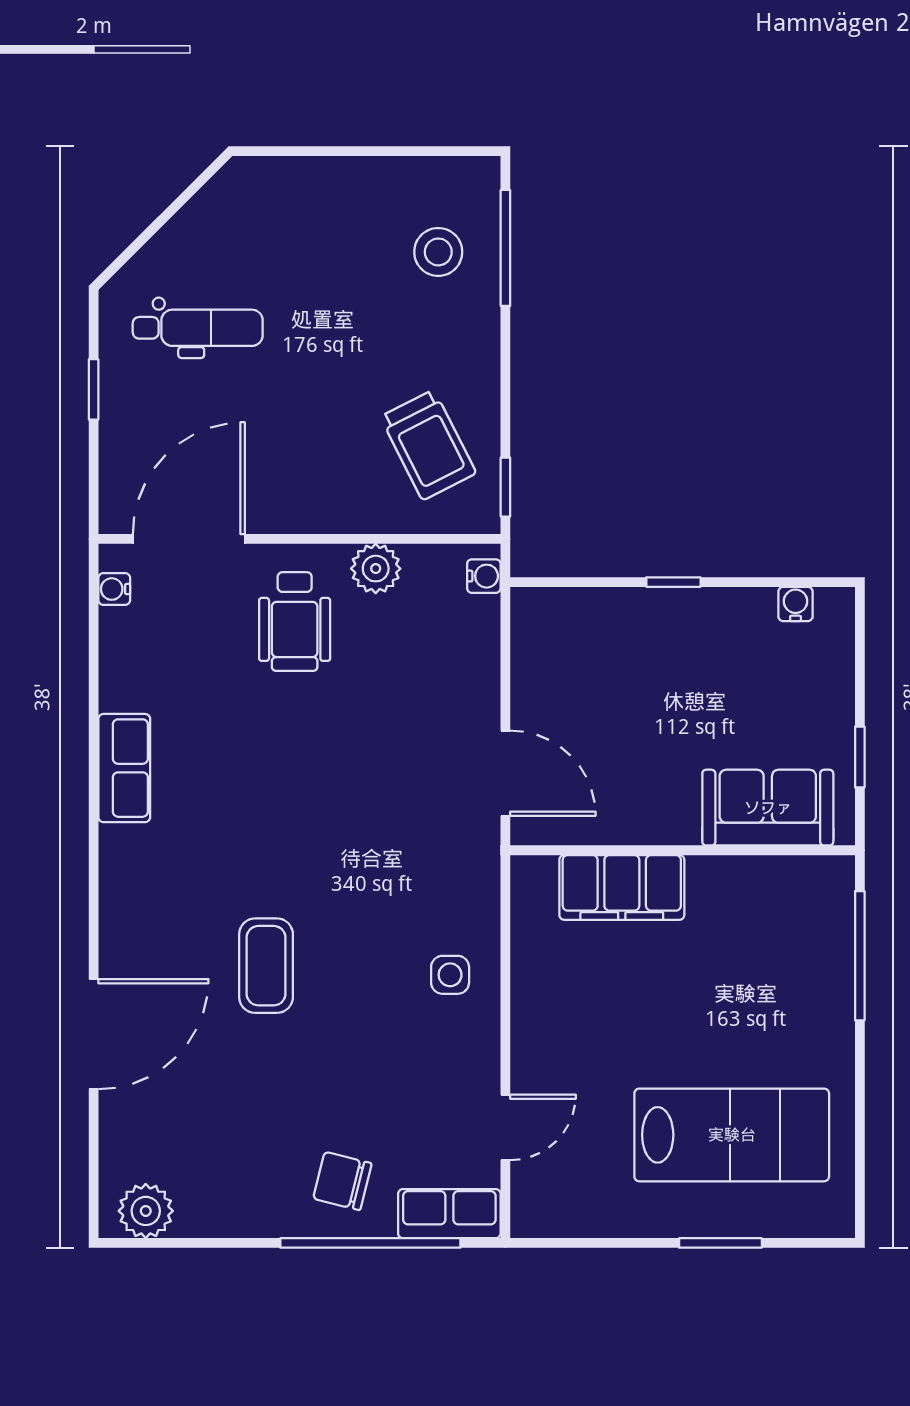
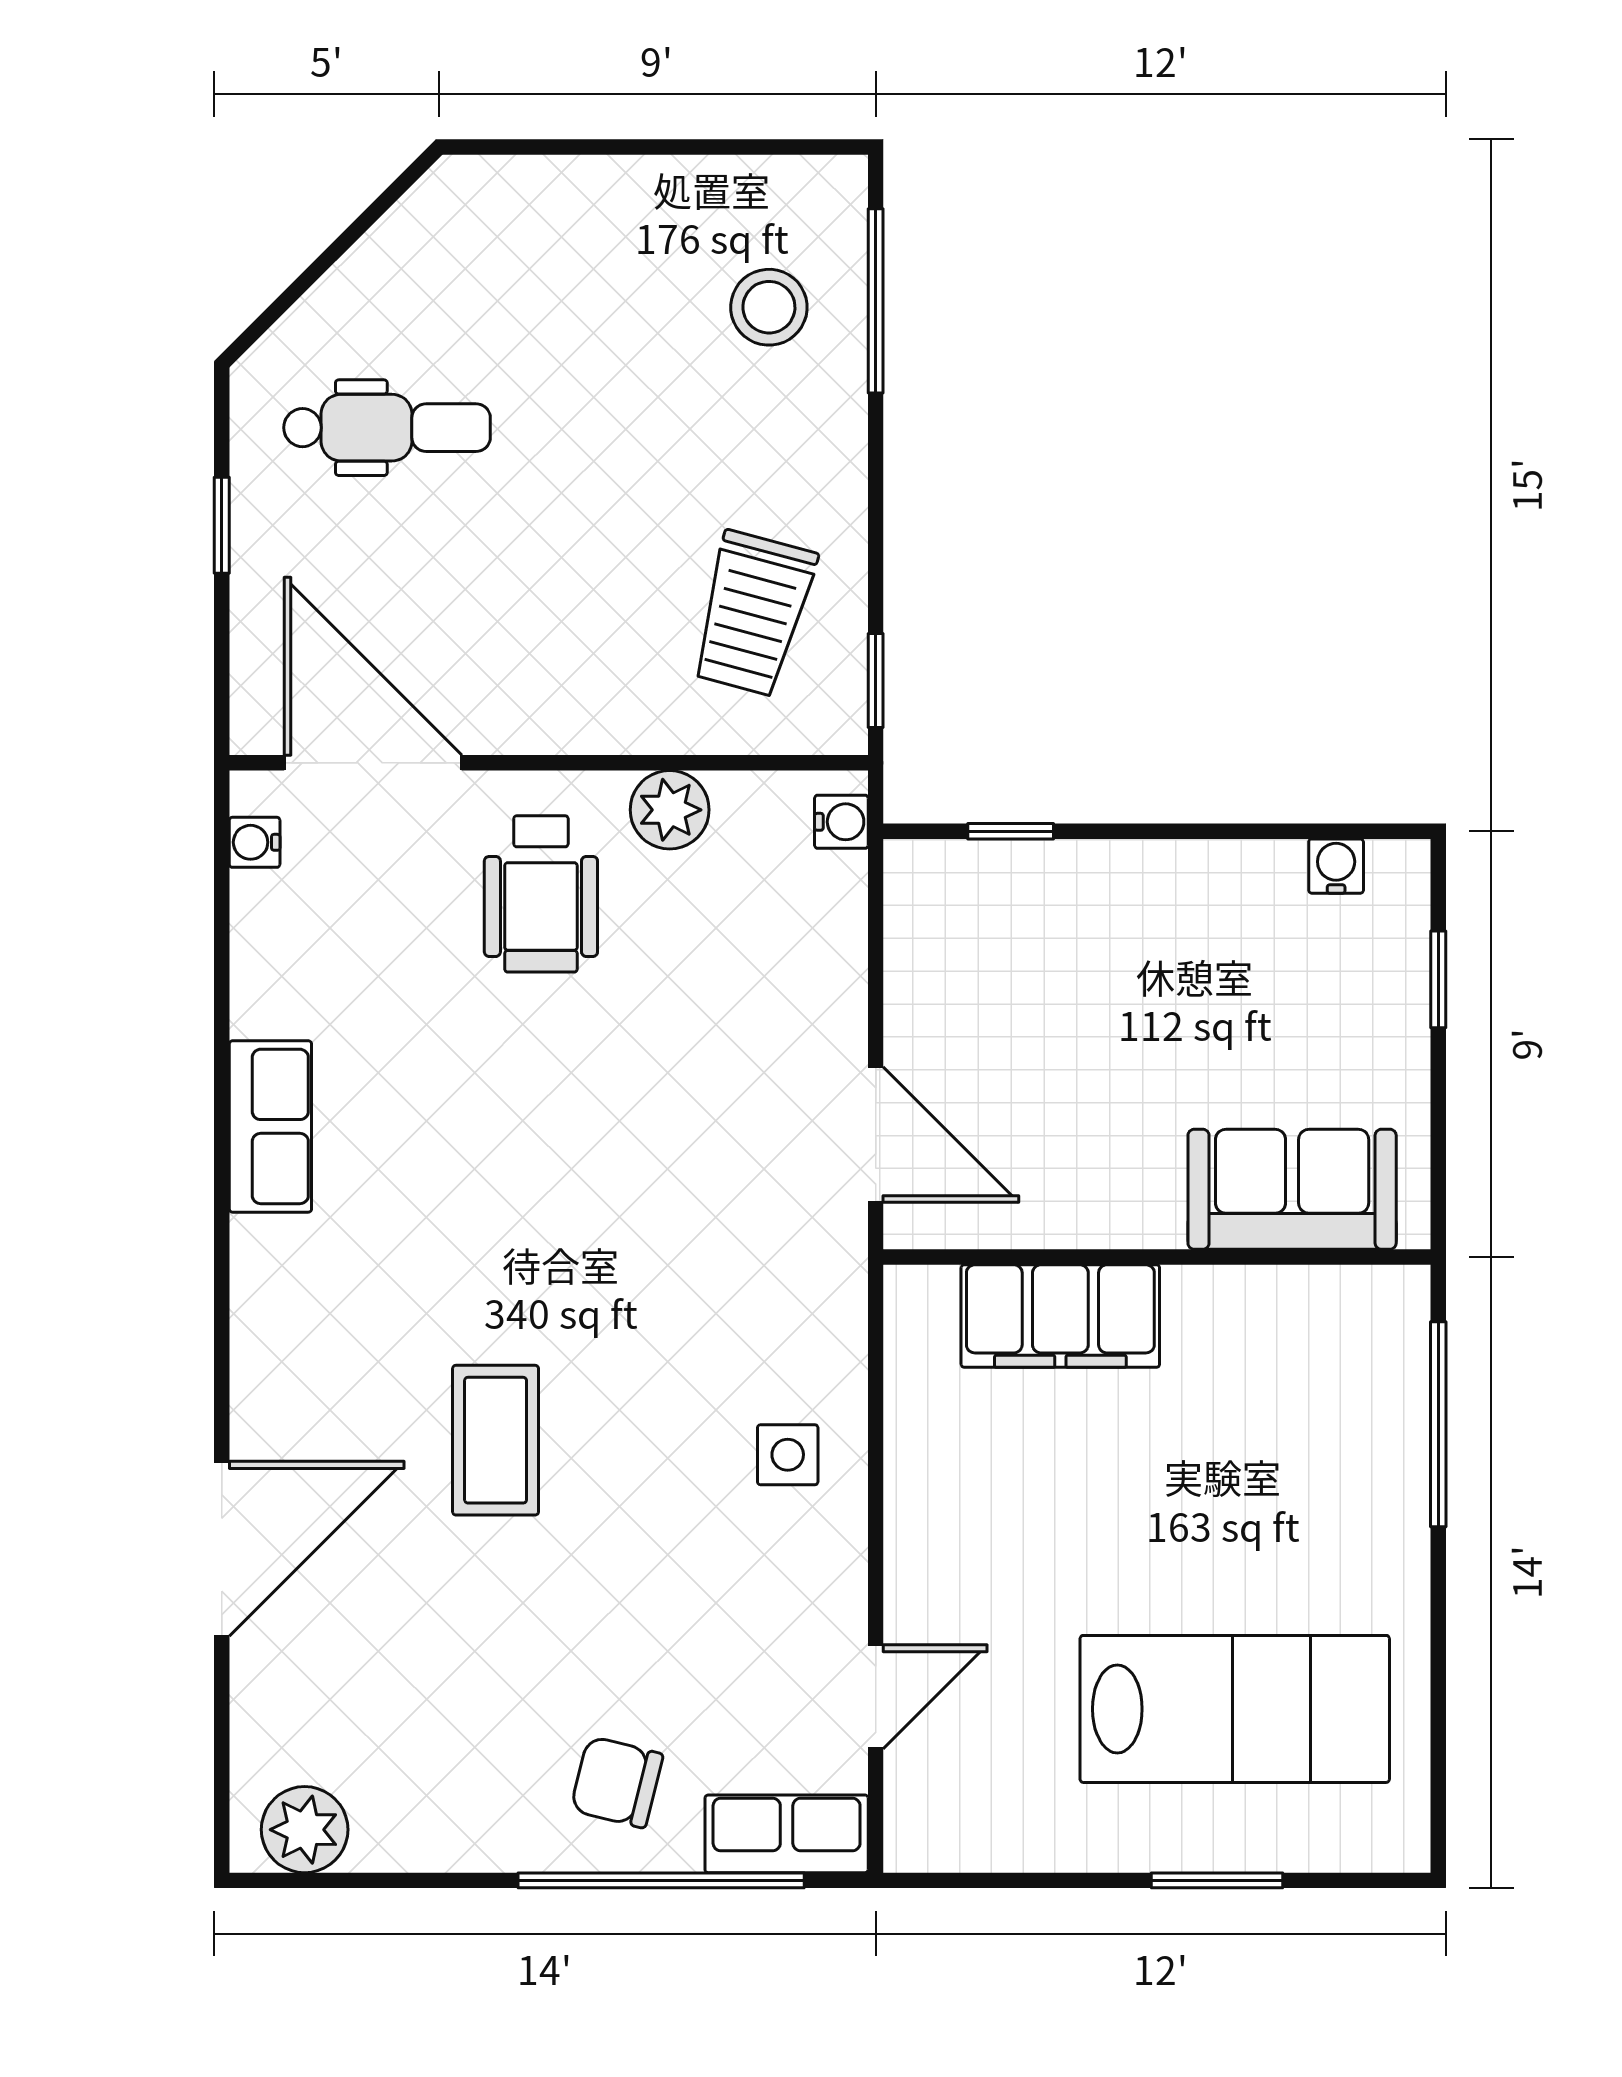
trolley: (428, 445) -> (753, 614), turned 42
door: (189, 539) -> (373, 763), hinge flipped
window: (673, 582) -> (1011, 831), moved
window: (860, 757) -> (1438, 979), moved

